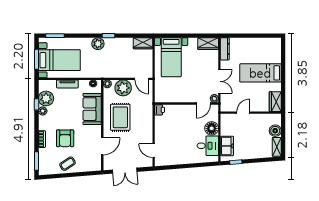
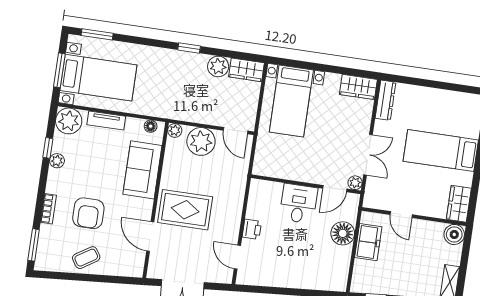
plant: (98, 44) -> (218, 66), moved
plant: (46, 98) -> (69, 121), moved
printer: (159, 110) -> (252, 229), moved
door: (243, 113) -> (401, 215), swing flipped
rug: (120, 117) -> (185, 210), moved, turned 90
boiler: (275, 131) -> (454, 234), moved
door: (102, 146) -> (150, 237), swing flipped
desk: (208, 146) -> (298, 204), moved, turned -90
freezer: (227, 146) -> (368, 242), moved

